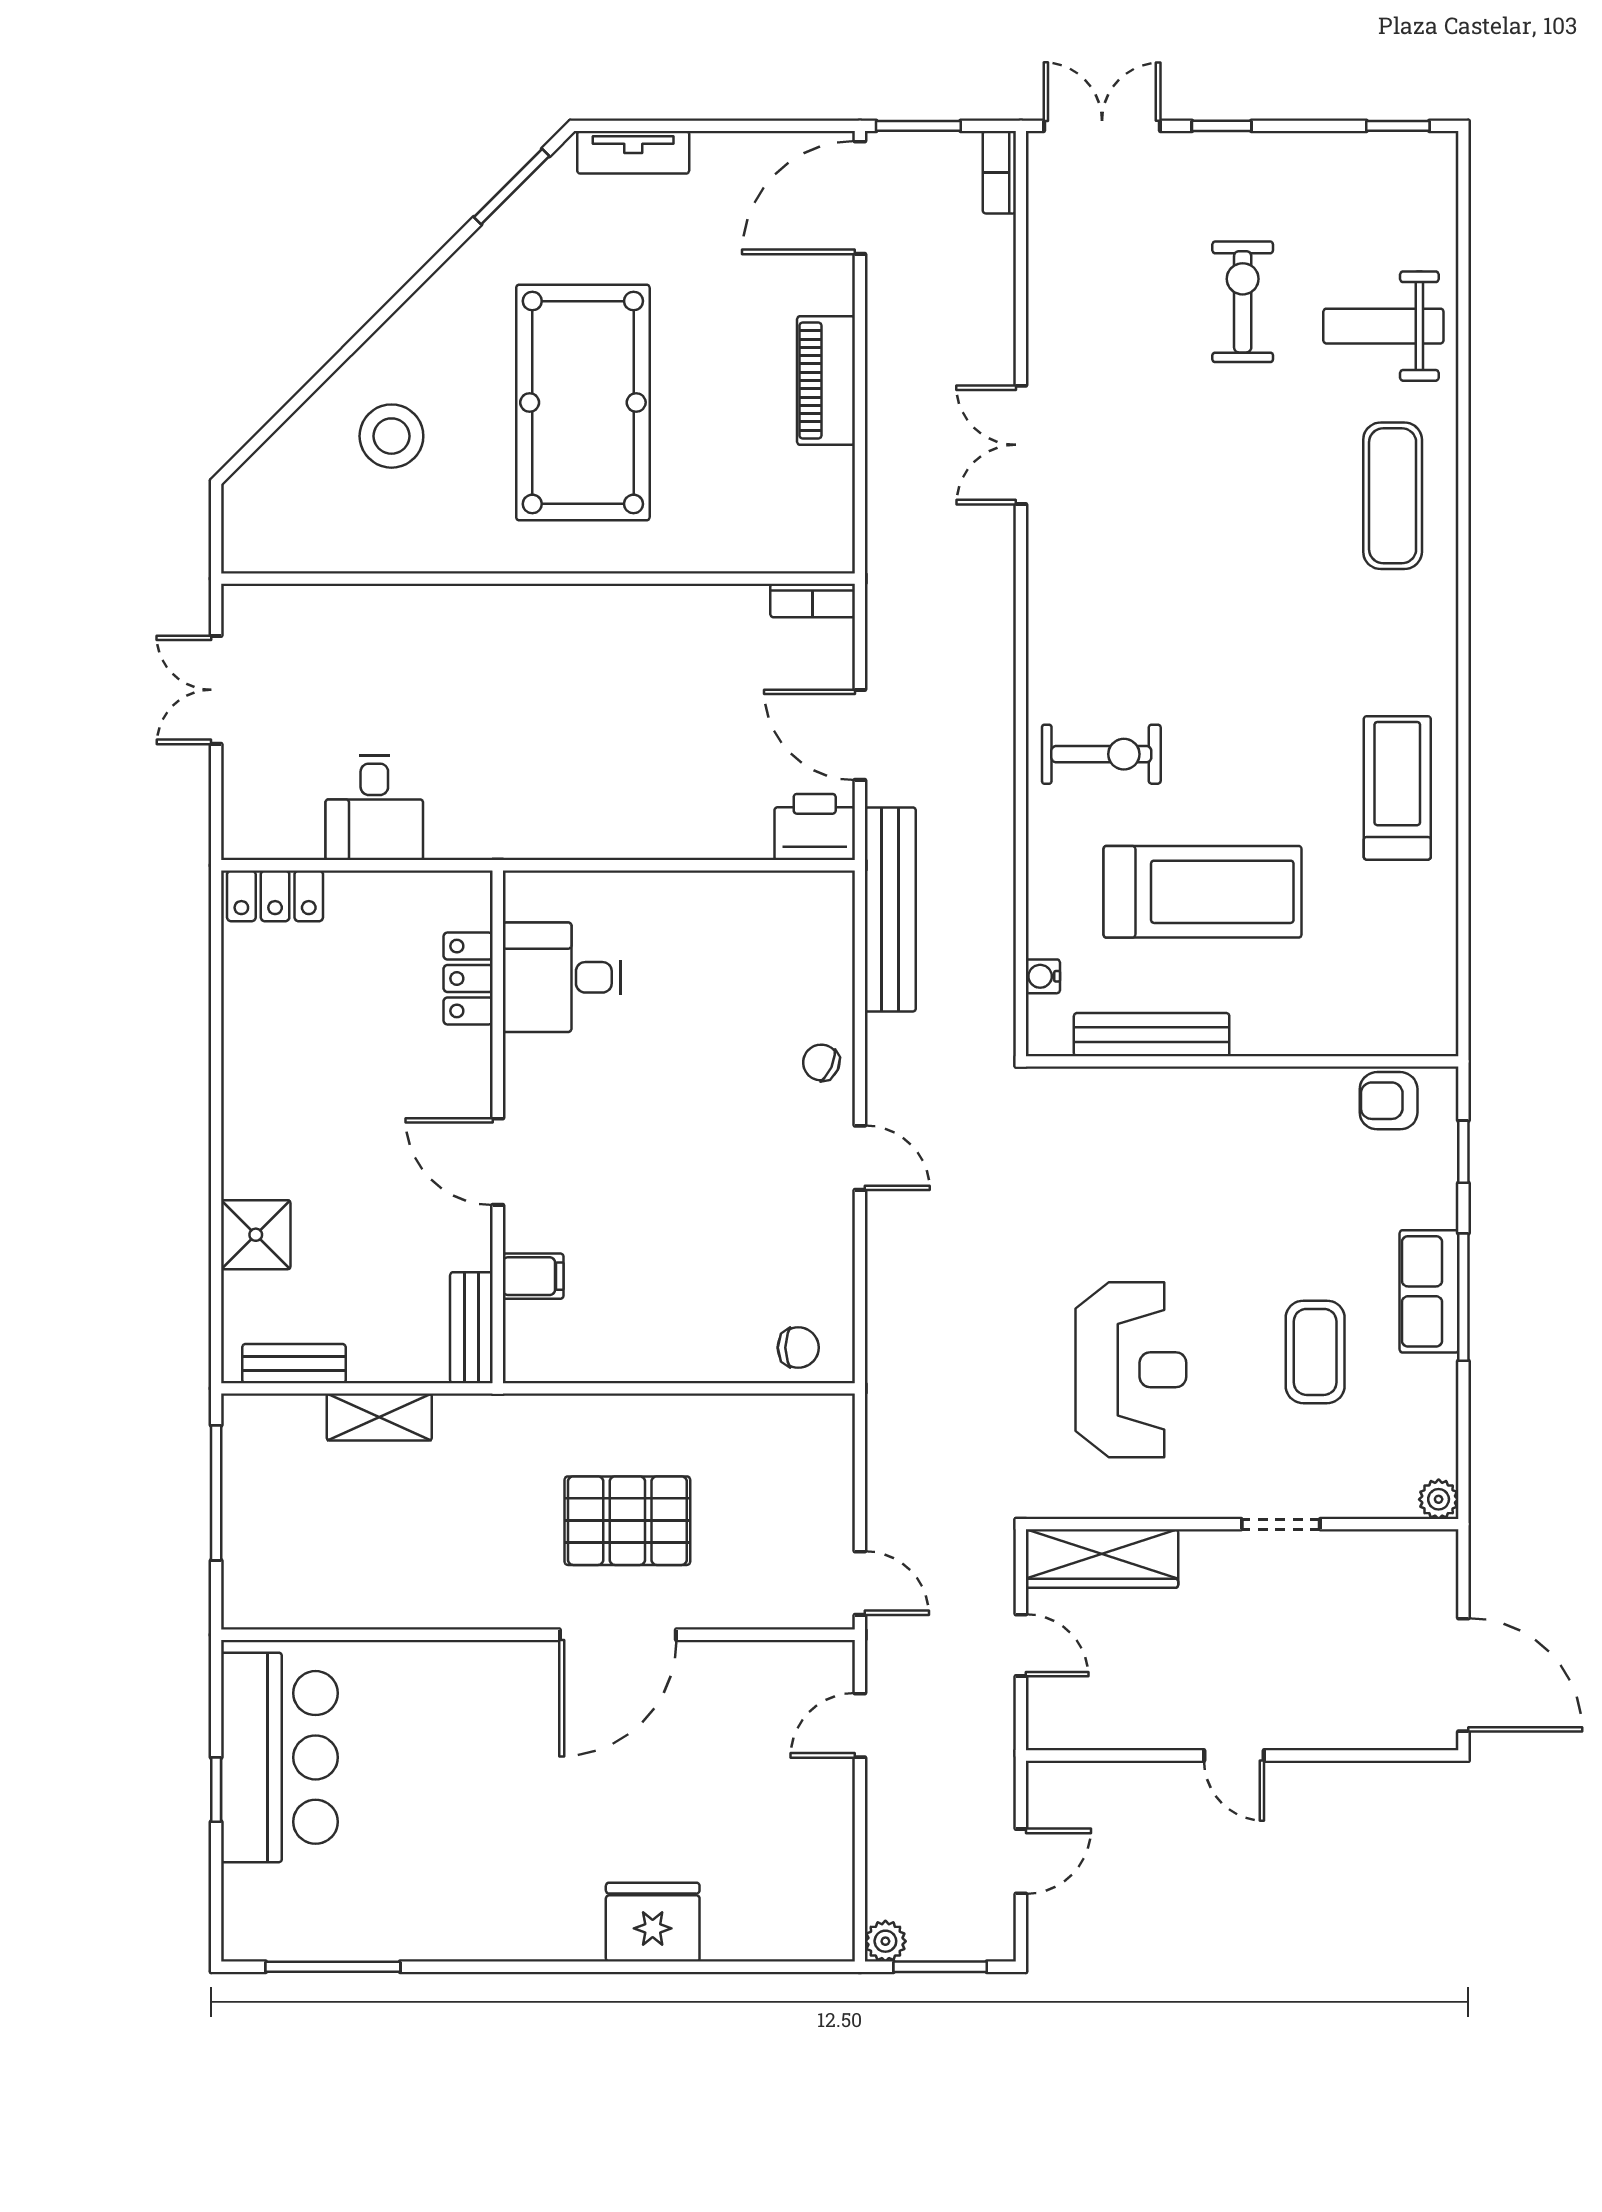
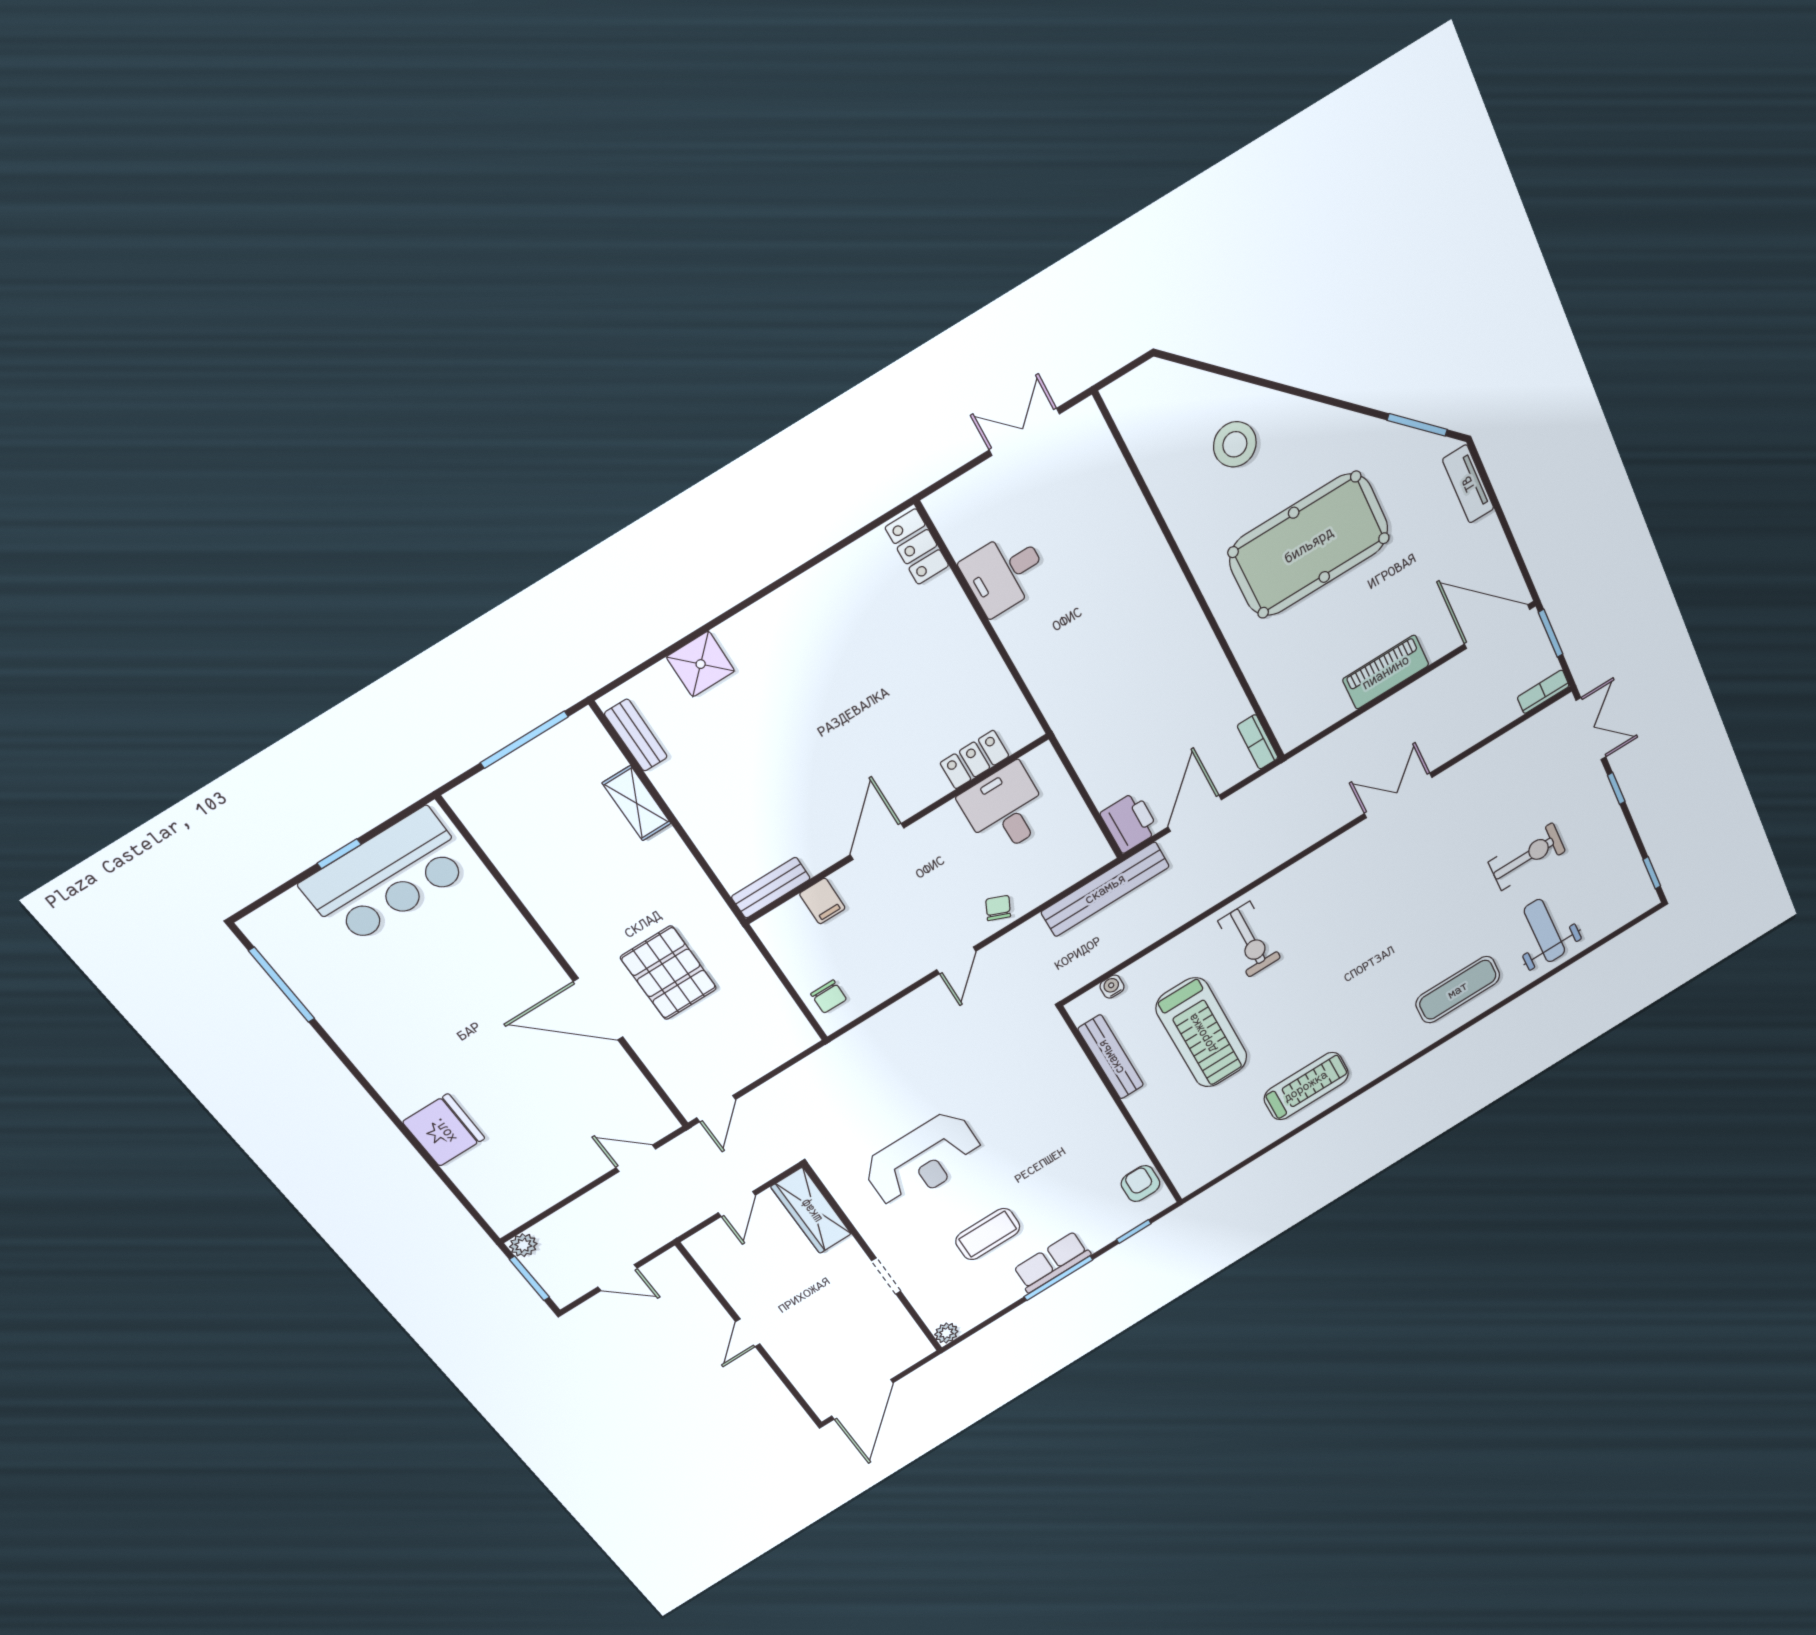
desk: (562, 977) -> (1005, 809), moved
locker: (468, 978) -> (975, 759), moved
wall: (498, 1127) -> (897, 829), moved
door: (498, 1162) -> (877, 841), moved
filing cabinet: (533, 1276) -> (822, 901), moved
bench: (471, 1328) -> (771, 888), moved

